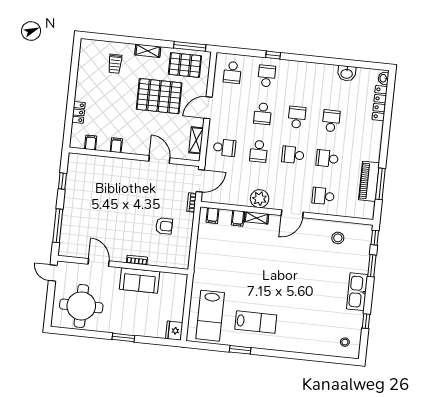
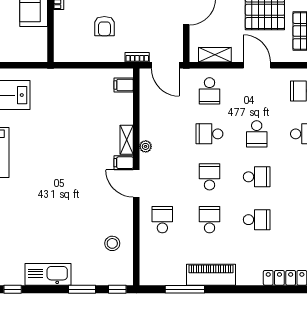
school desk: (263, 114) -> (257, 134), turned -90
piano: (369, 181) -> (211, 275), moved
plant: (260, 199) -> (146, 146), width x0.53, depth x0.53
filing cabinet: (238, 218) -> (124, 163), moved

